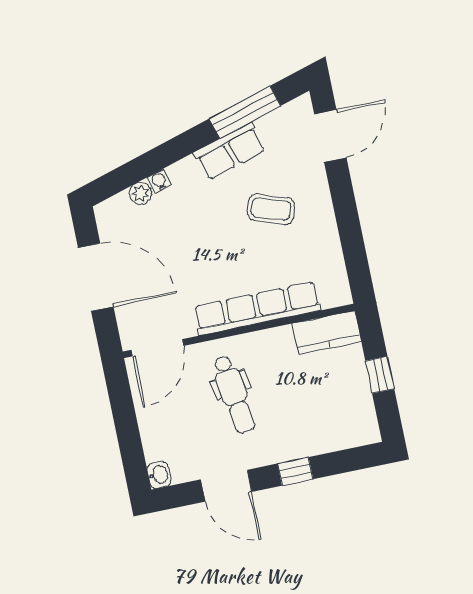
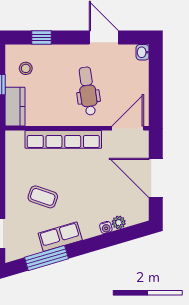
kitchen counter: (327, 333) -> (15, 107), moved, turned 90
stool: (341, 410) -> (26, 68), added
window: (295, 471) -> (42, 37), moved

